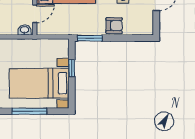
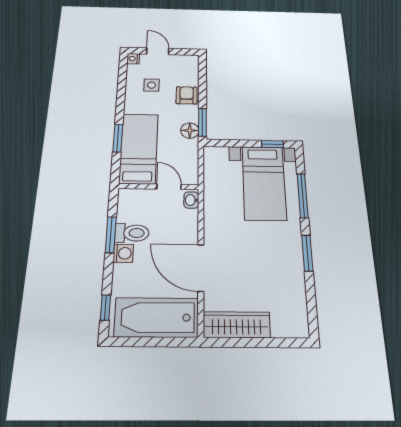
floor lamp: (82, 28) -> (190, 131), added
window: (72, 68) -> (272, 144), moved

